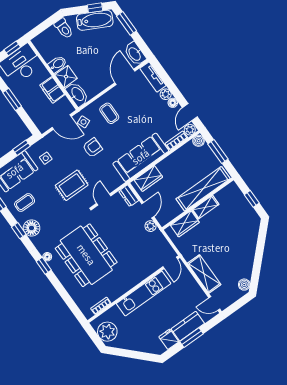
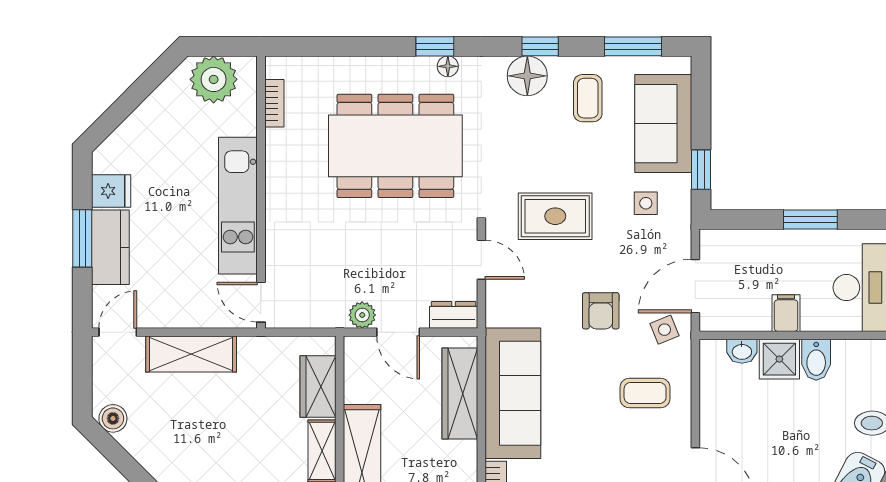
filing cabinet: (52, 90) -> (786, 313), width x0.50
washbasin: (77, 94) -> (742, 351), width x0.52, depth x0.69
wardrobe: (148, 179) -> (460, 394), width x1.50
rug: (72, 185) -> (555, 216), turned 90

